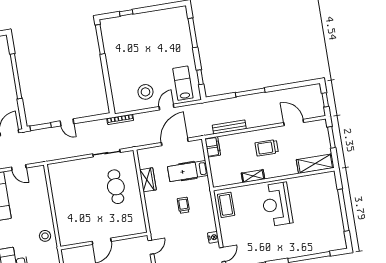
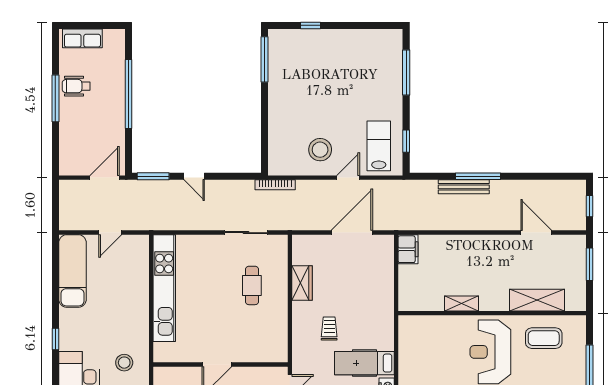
bench: (229, 127) -> (464, 187), moved
trolley: (267, 148) -> (489, 264), removed
shelving: (315, 164) -> (537, 300), moved
door: (19, 167) -> (110, 233), hinge flipped
hospital bed: (188, 171) -> (364, 363), moved
cafe table: (116, 187) -> (252, 285), width x0.73, depth x0.74
kitchen unit: (60, 198) -> (164, 288), added
trolley: (183, 205) -> (329, 329), moved
coffee table: (226, 205) -> (544, 338), moved, turned 90
stool: (45, 236) -> (124, 363), moved

